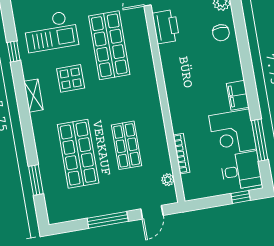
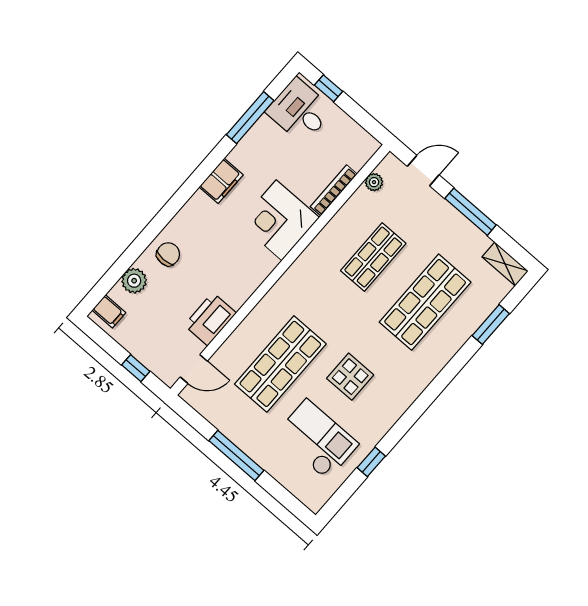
shelving: (33, 96) -> (505, 264), moved, turned 90
corner desk: (232, 132) -> (279, 220), moved, turned 180

